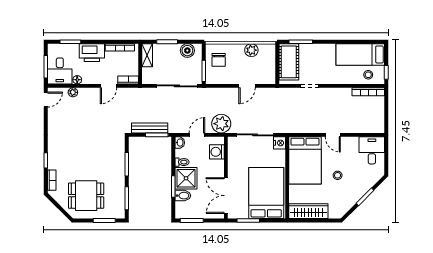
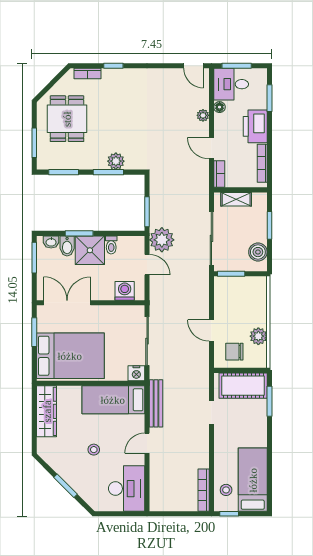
shelving: (147, 55) -> (236, 199), moved
chair: (219, 60) -> (234, 352), moved
plant: (73, 92) -> (203, 115), moved
plant: (221, 124) -> (162, 240), moved
bench: (150, 128) -> (156, 403), moved
washbasin: (180, 143) -> (51, 242), moved
desk: (372, 150) -> (127, 489), width x1.37
plant: (118, 159) -> (116, 161), added
bed: (305, 160) -> (113, 400), width x0.67

